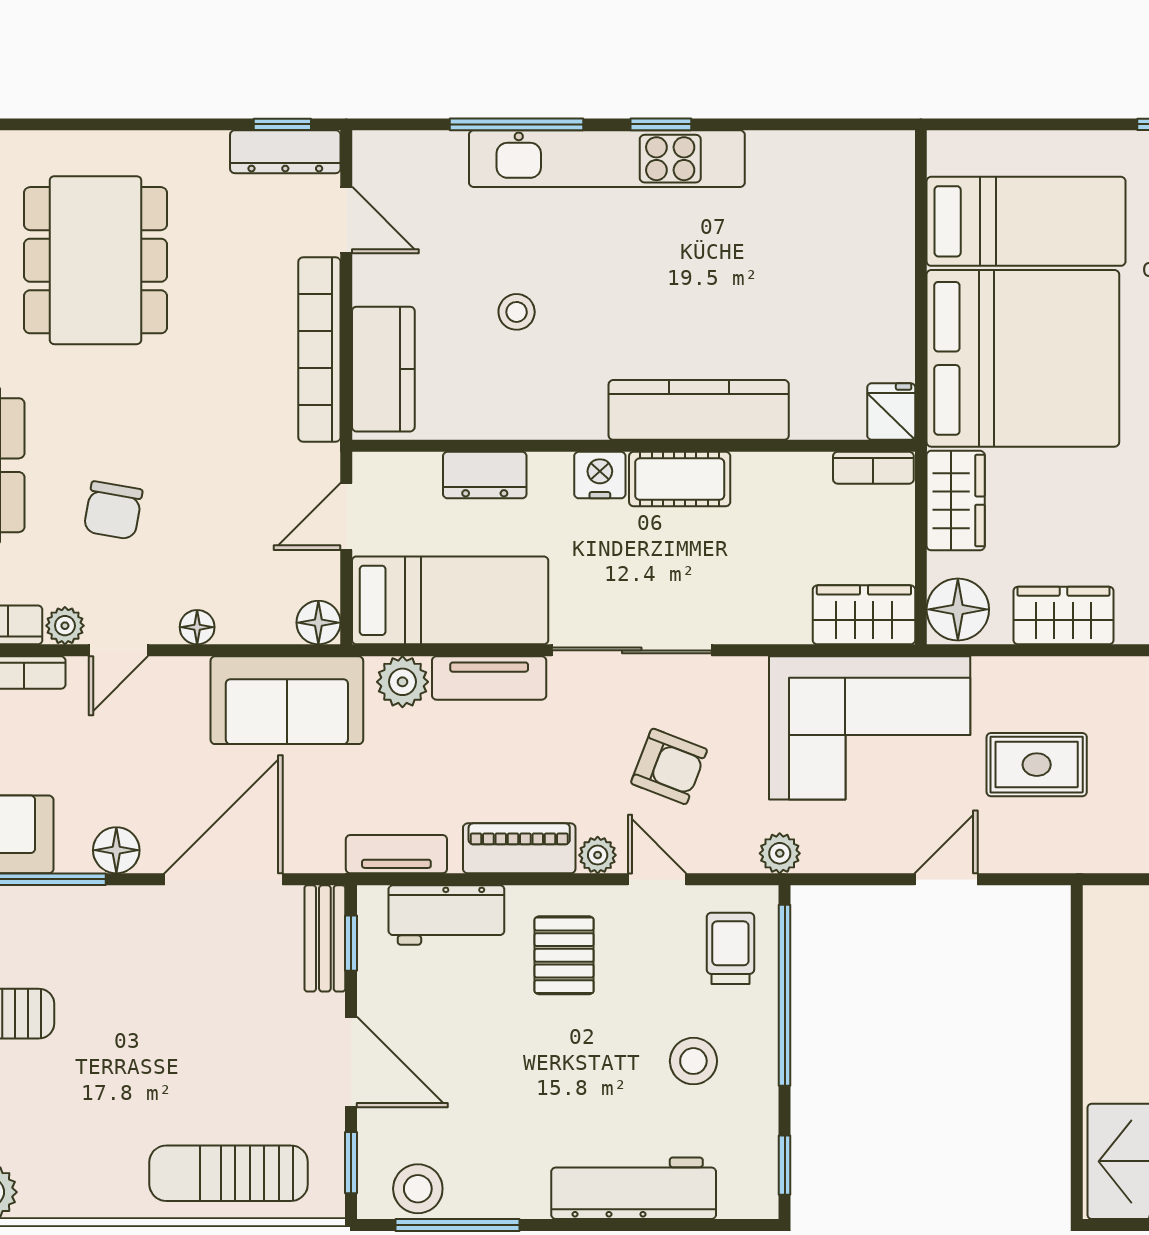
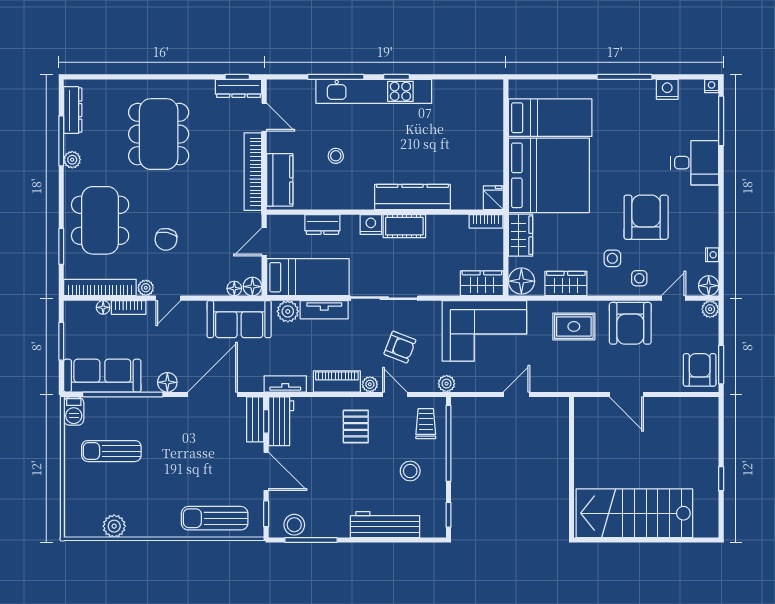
floor lamp: (197, 627) -> (234, 288), moved
rug: (1037, 765) -> (574, 326), moved
workbench: (446, 915) -> (281, 421), moved, turned -90

